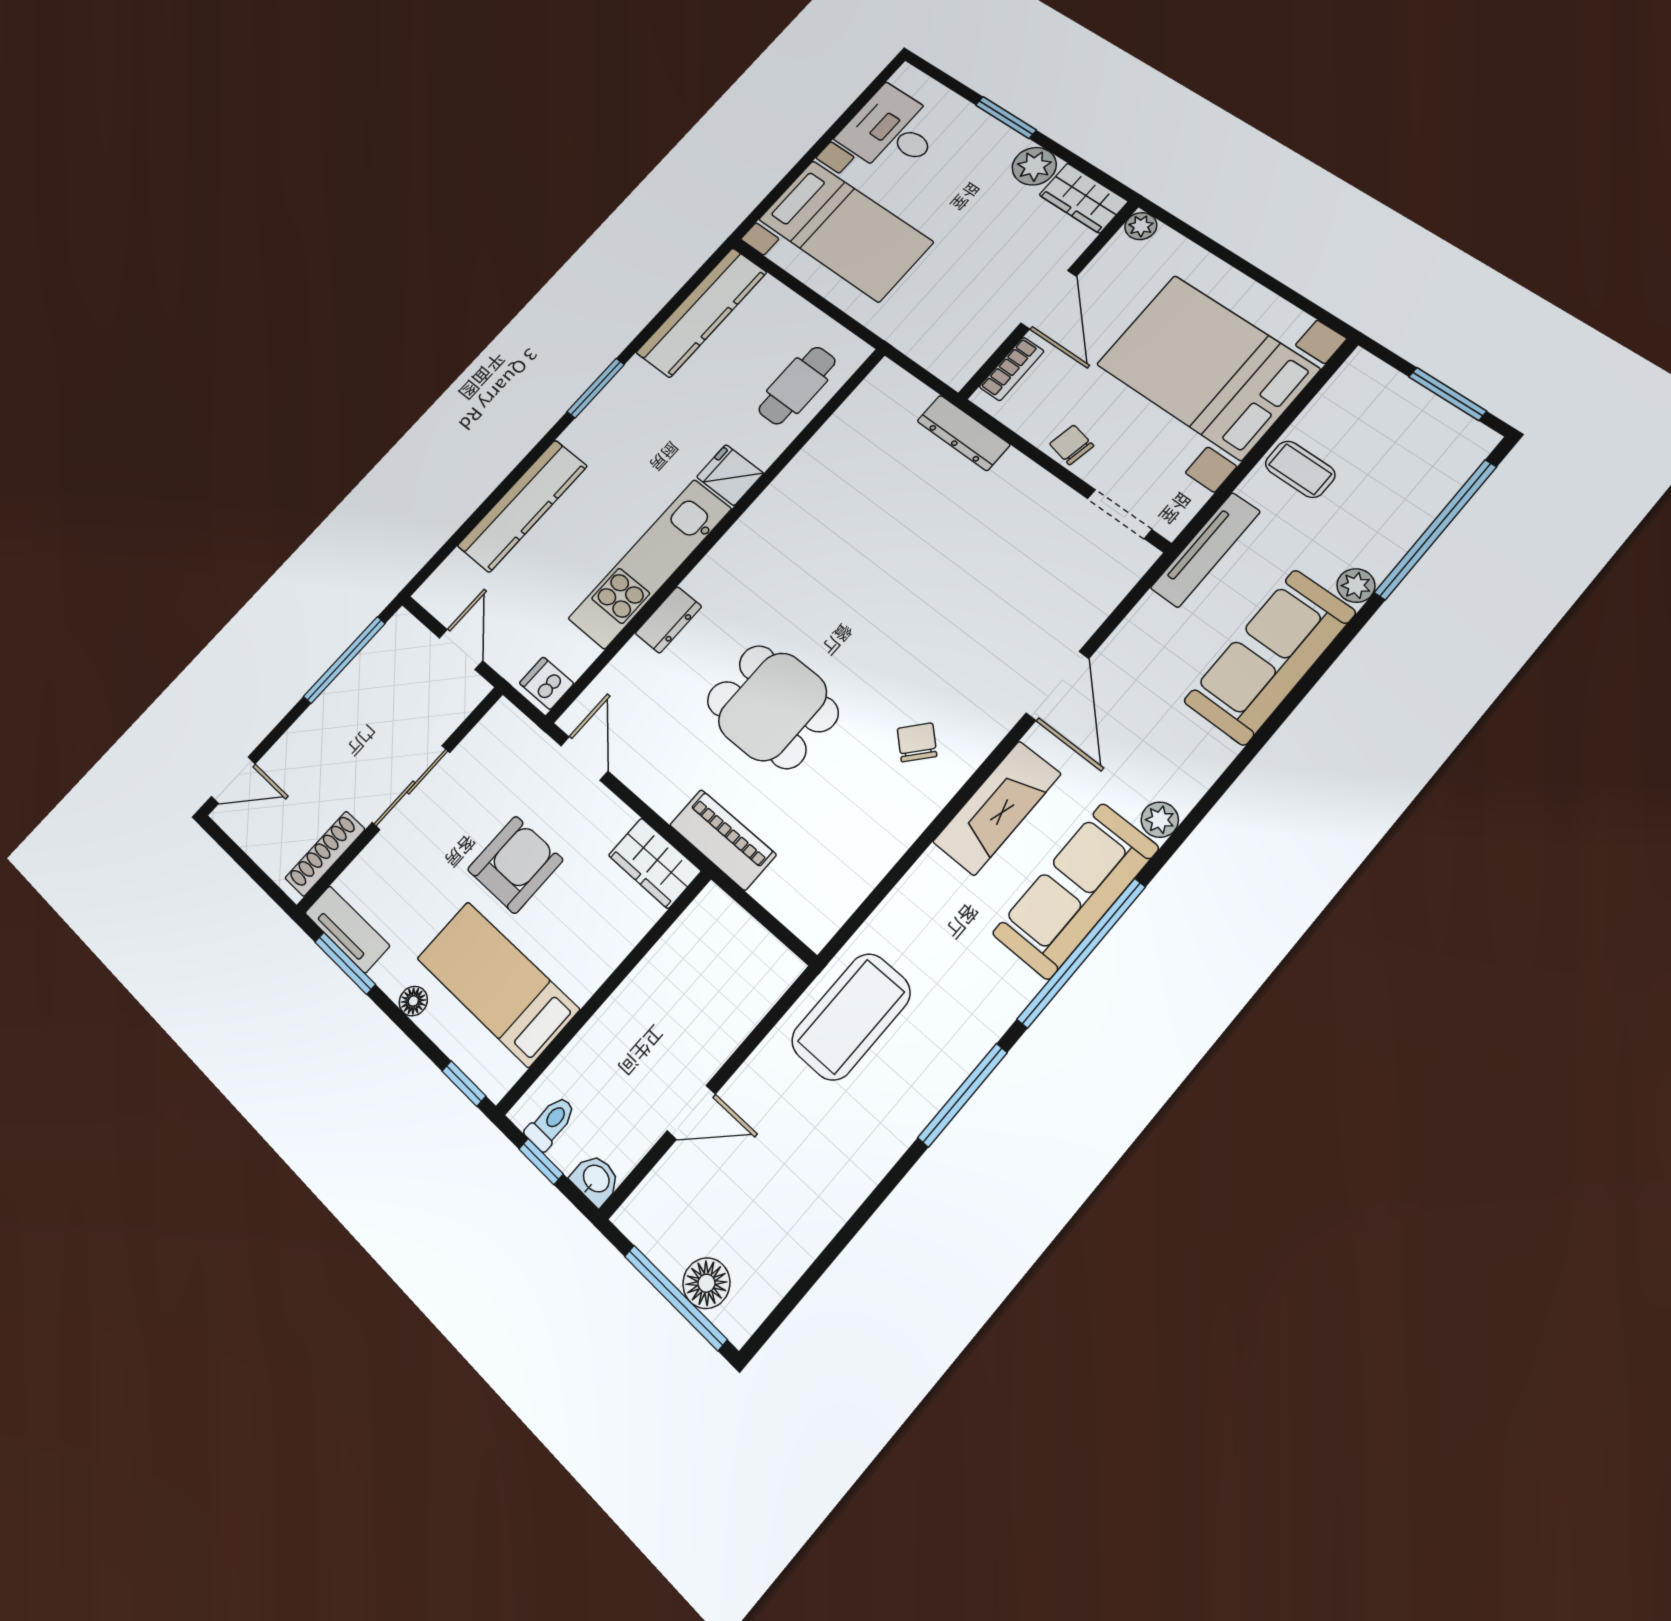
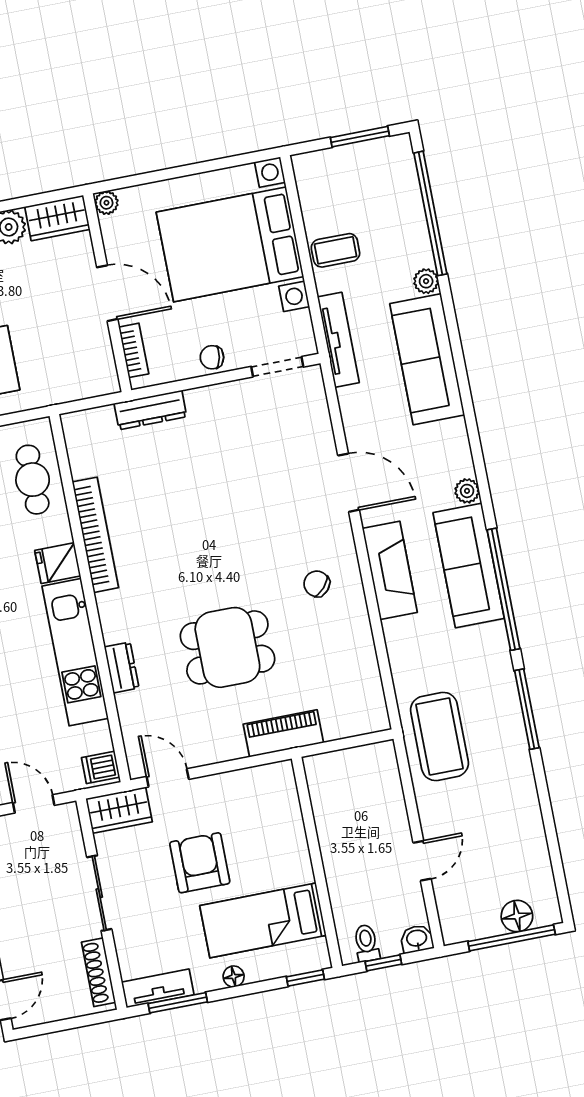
bookcase: (788, 486) -> (95, 535), added
wardrobe: (655, 863) -> (119, 810), moved

